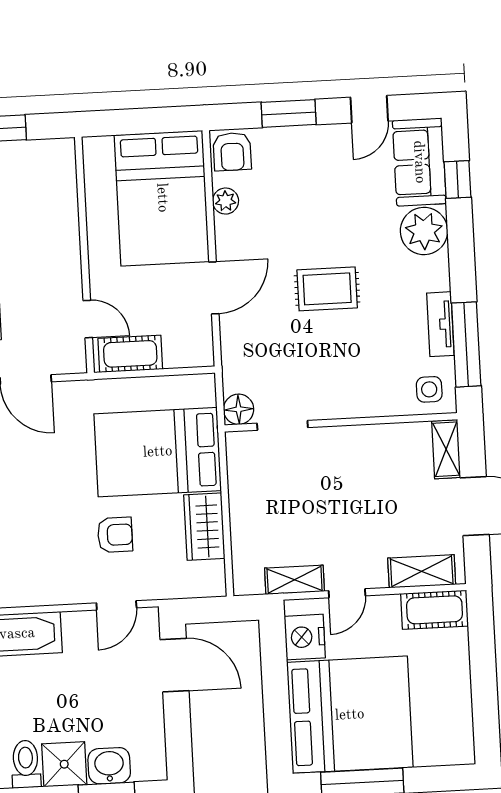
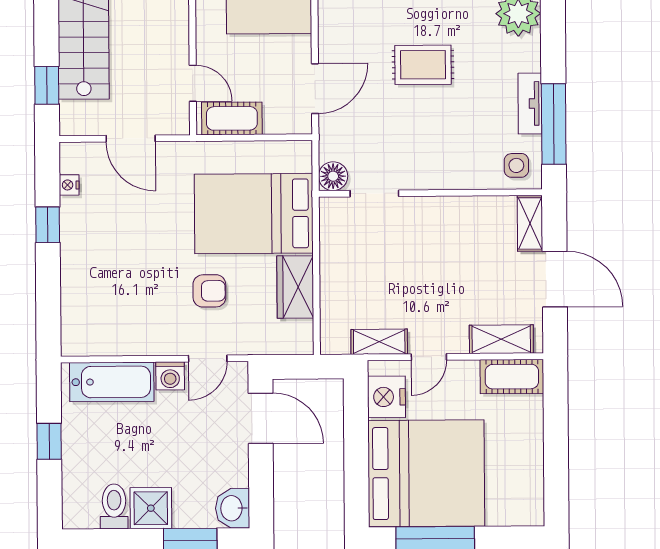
door: (214, 288) -> (315, 89), moved
washing machine: (78, 625) -> (170, 376), added
washbasin: (109, 766) -> (232, 508), moved, turned -90

